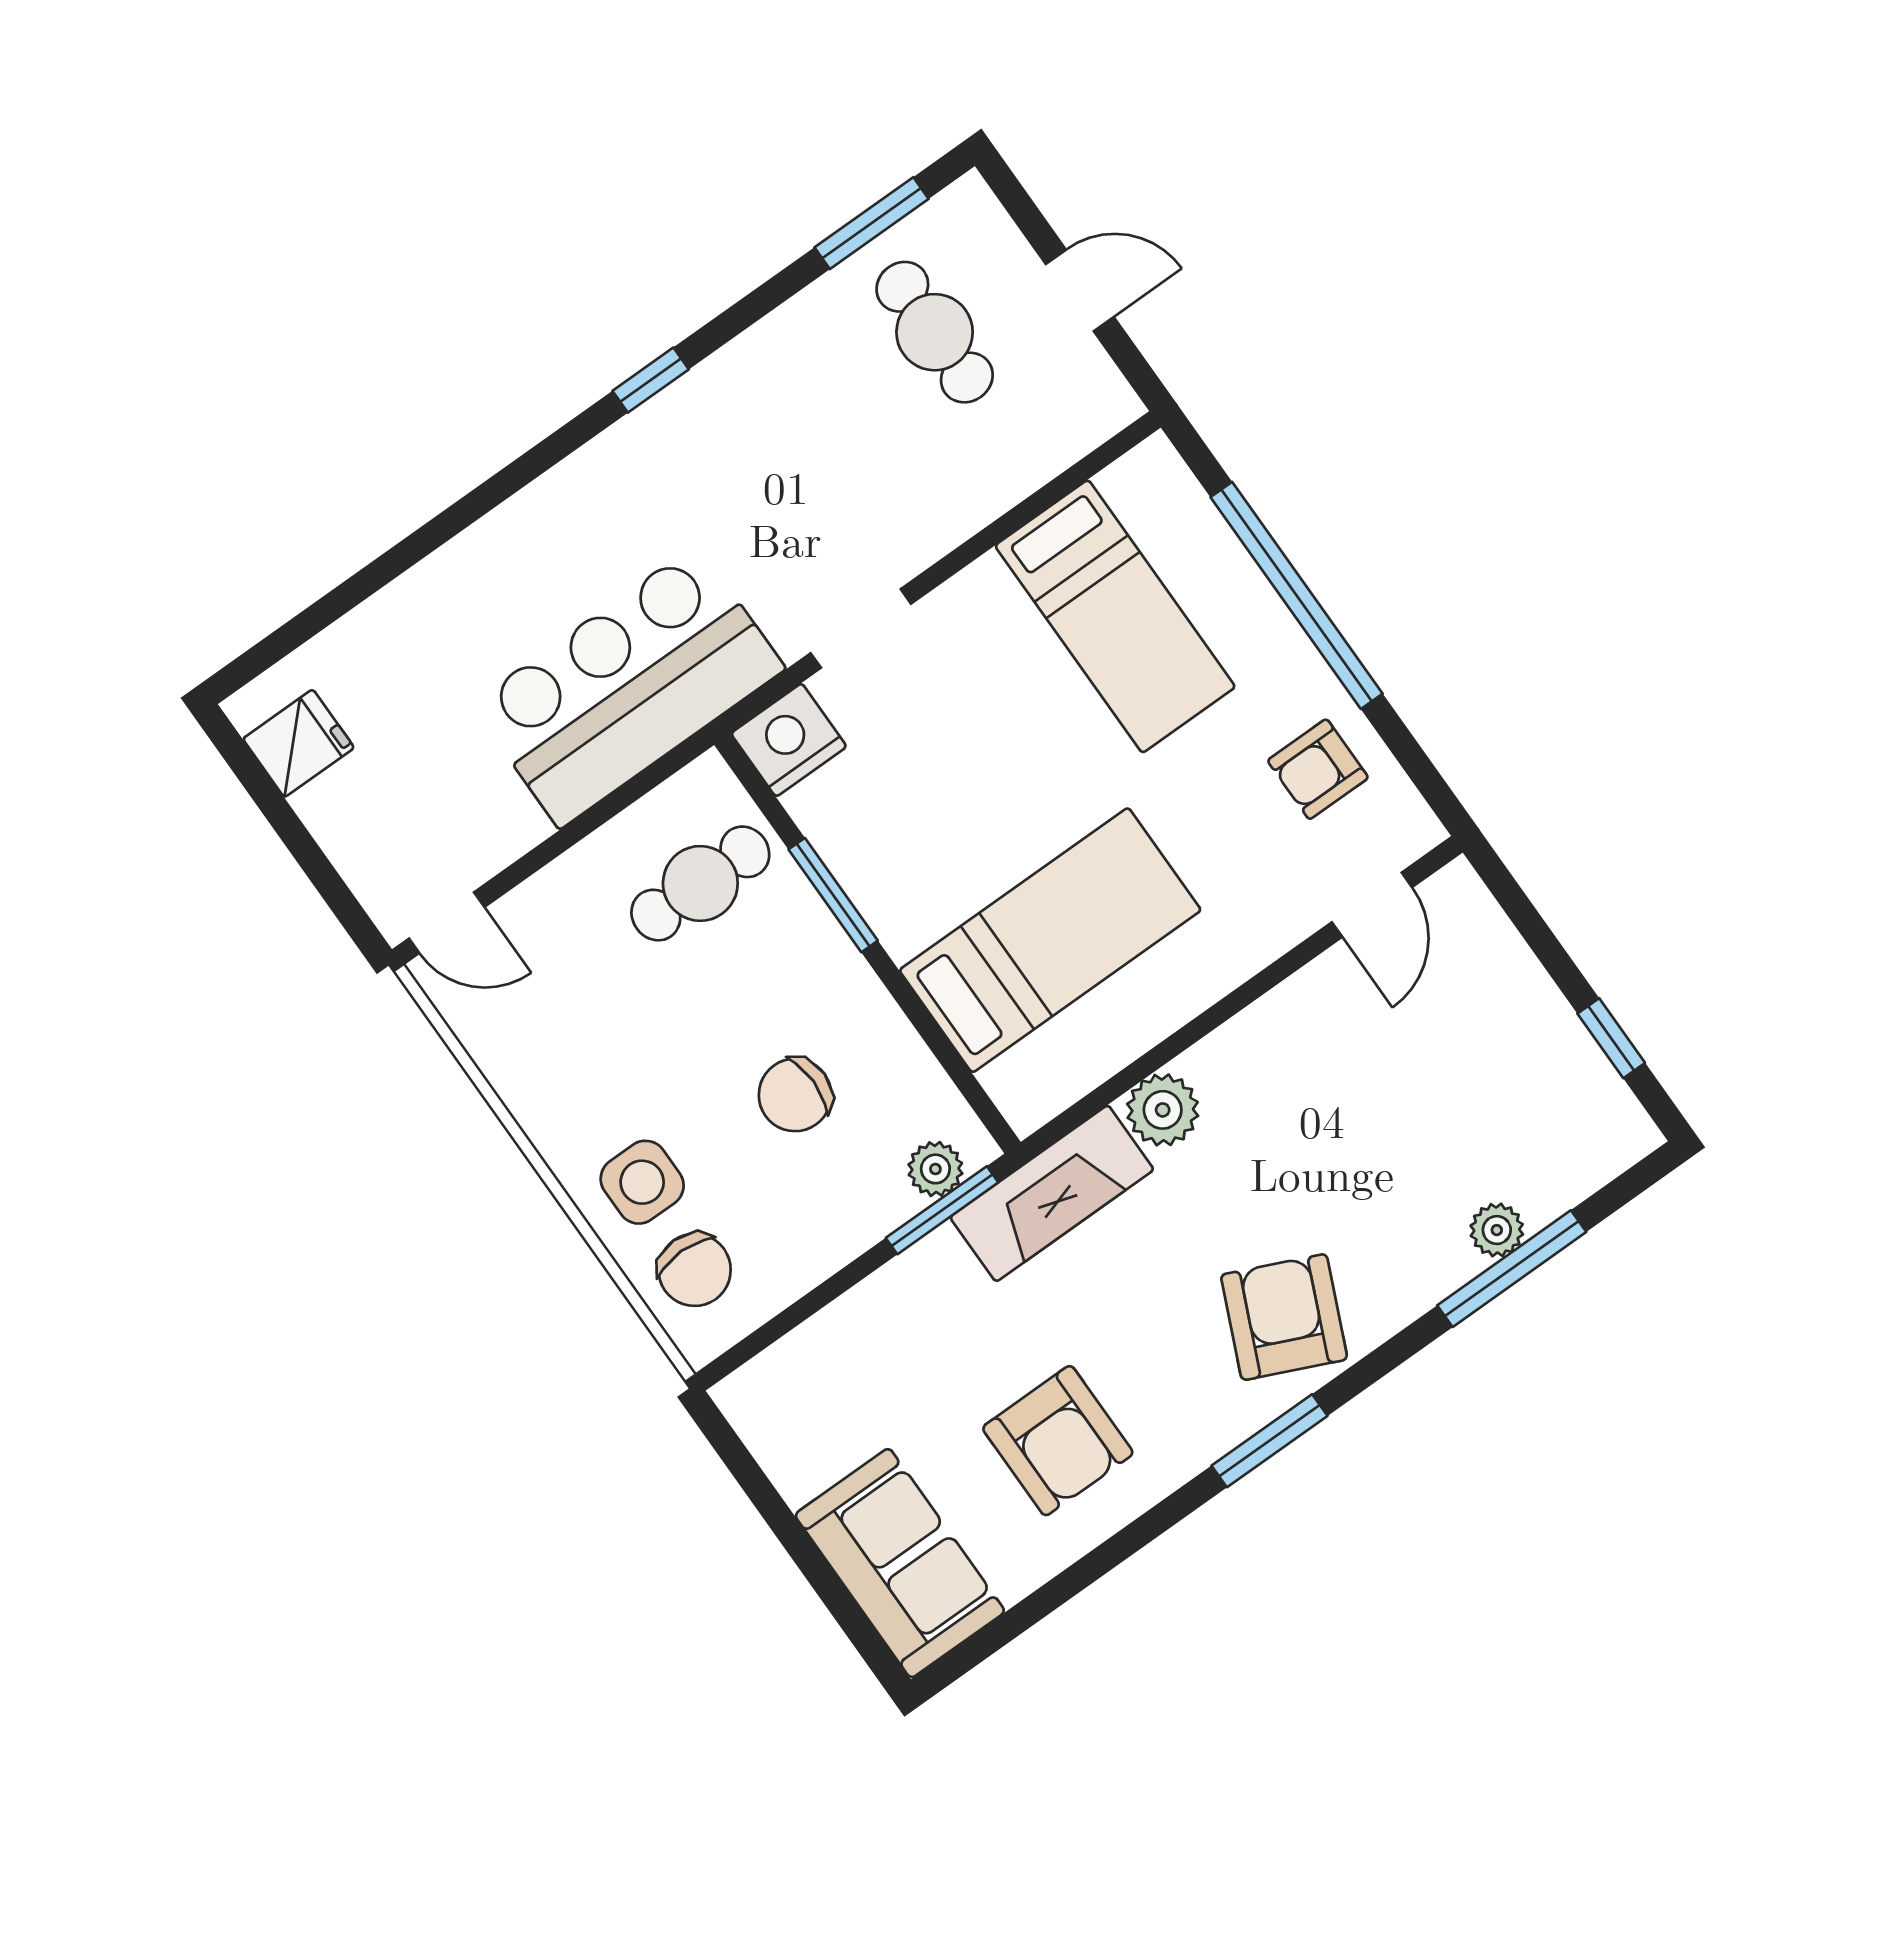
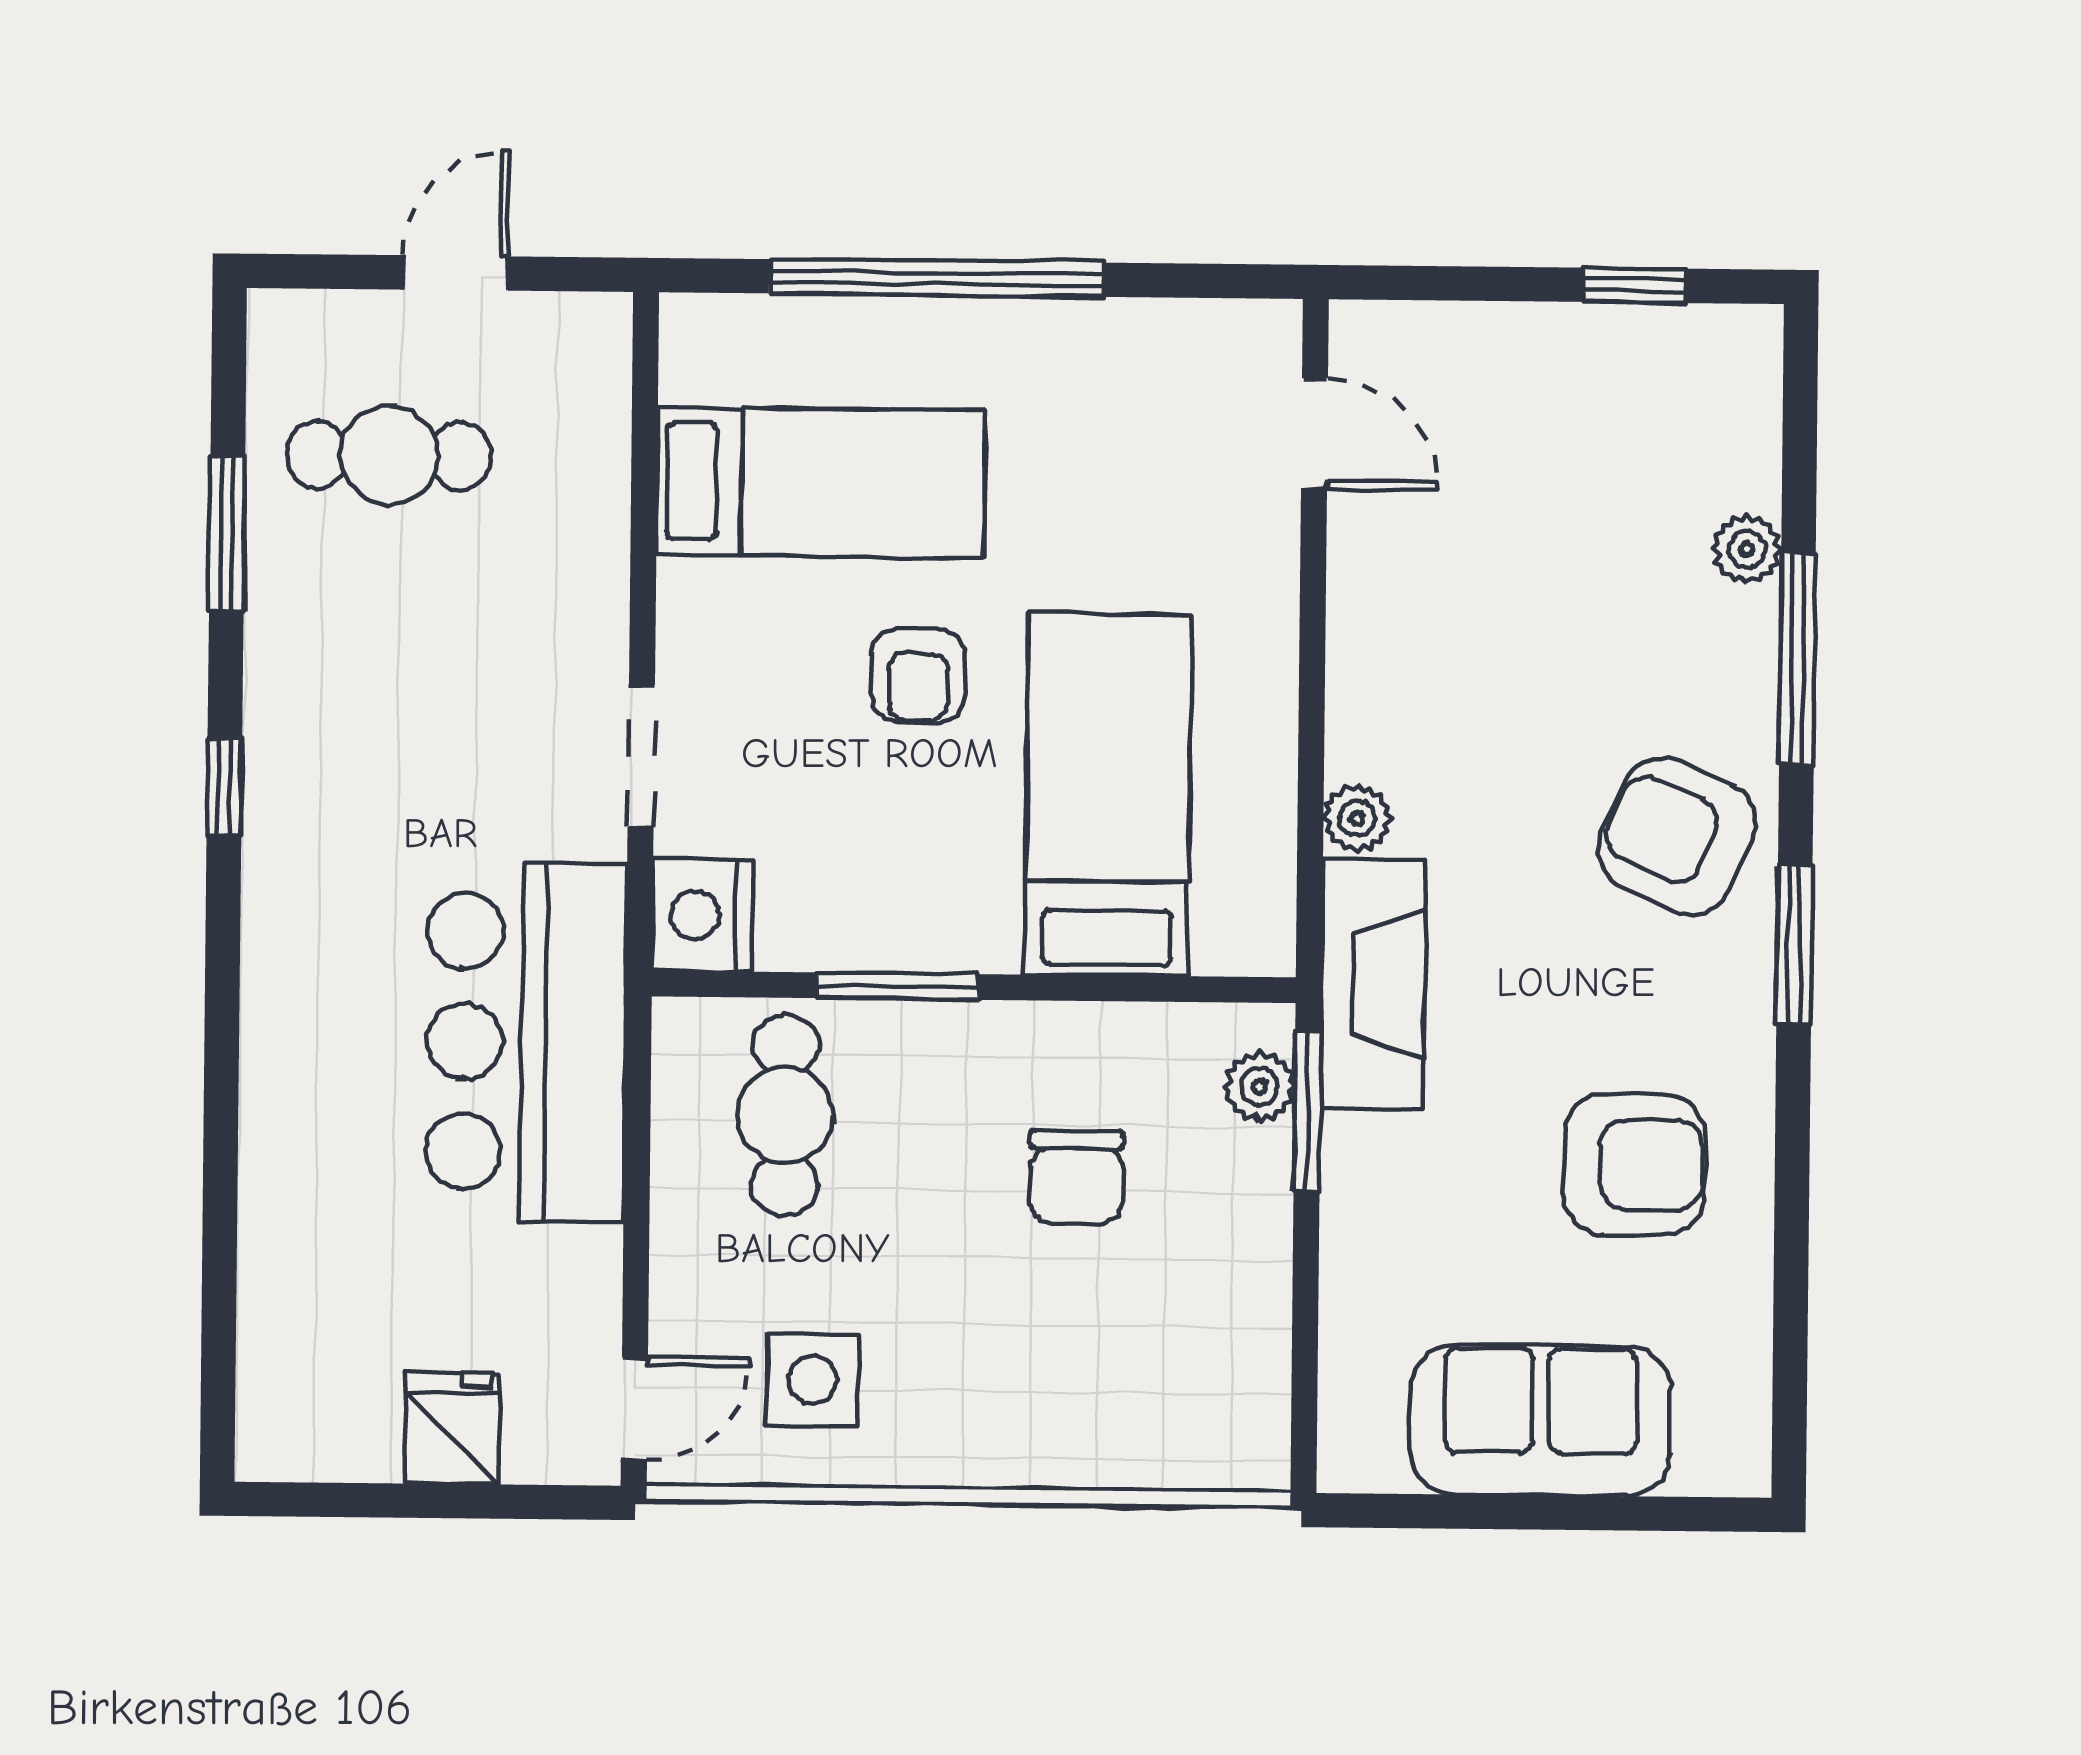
window: (872, 223) -> (227, 534), moved
fridge: (299, 743) -> (452, 1428), moved
armchair: (1318, 769) -> (918, 676), moved
plant: (1163, 1110) -> (1357, 818), width x0.73, depth x0.73
side table: (642, 1182) -> (813, 1380), moved
window: (1512, 1269) -> (1797, 659), moved
chair: (695, 1270) -> (1183, 1413), removed
sofa: (900, 1563) -> (1541, 1420), moved

